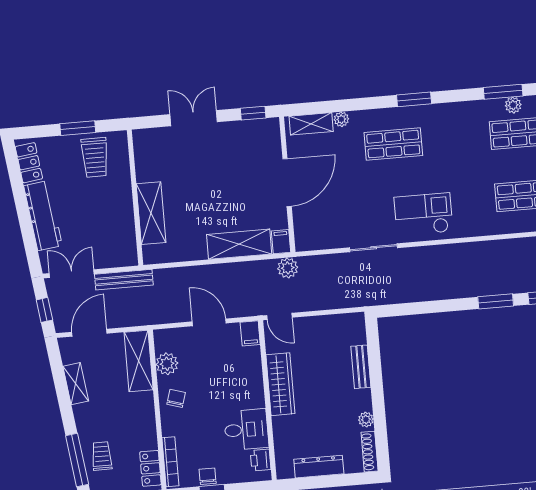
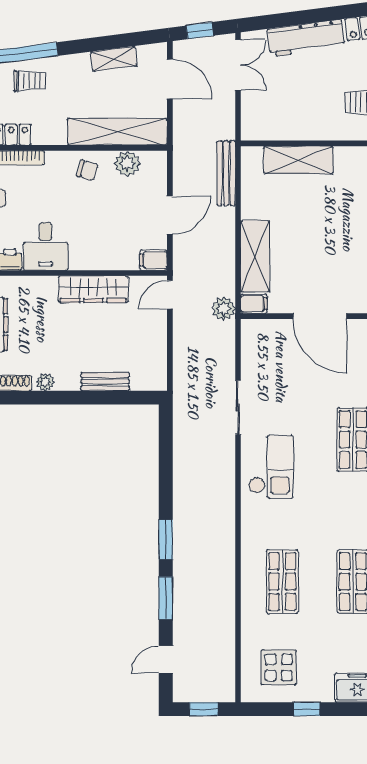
bench: (124, 280) -> (226, 173), moved
shelving: (139, 361) -> (117, 132), width x1.47

